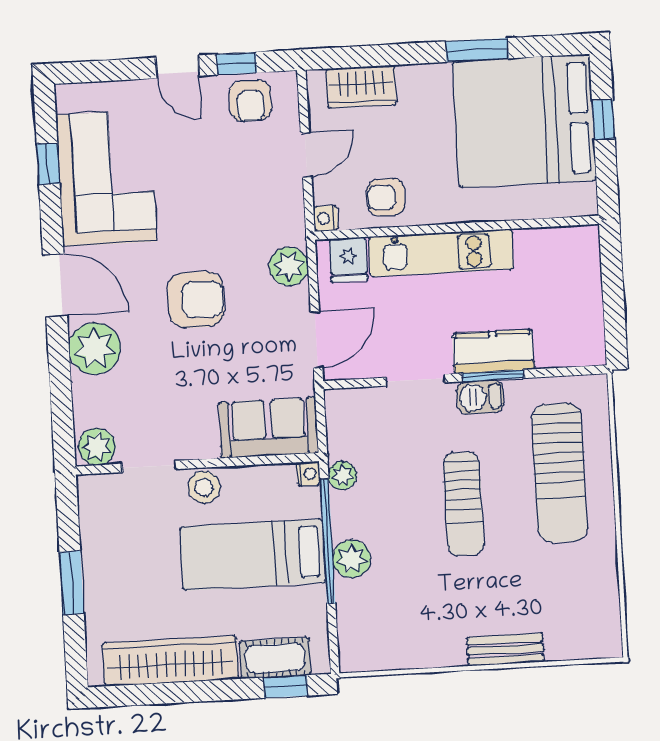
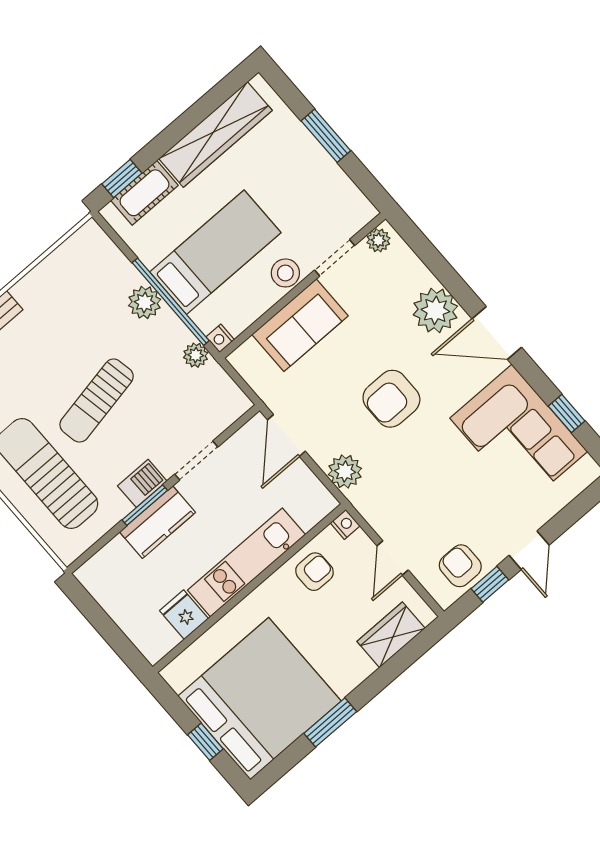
door: (177, 67) -> (529, 550), swing flipped
fridge: (348, 260) -> (184, 615), moved
sofa: (269, 428) -> (300, 325), moved
plant: (97, 447) -> (378, 240), width x0.73, depth x0.73
sun lounger: (464, 504) -> (97, 401), turned -101

